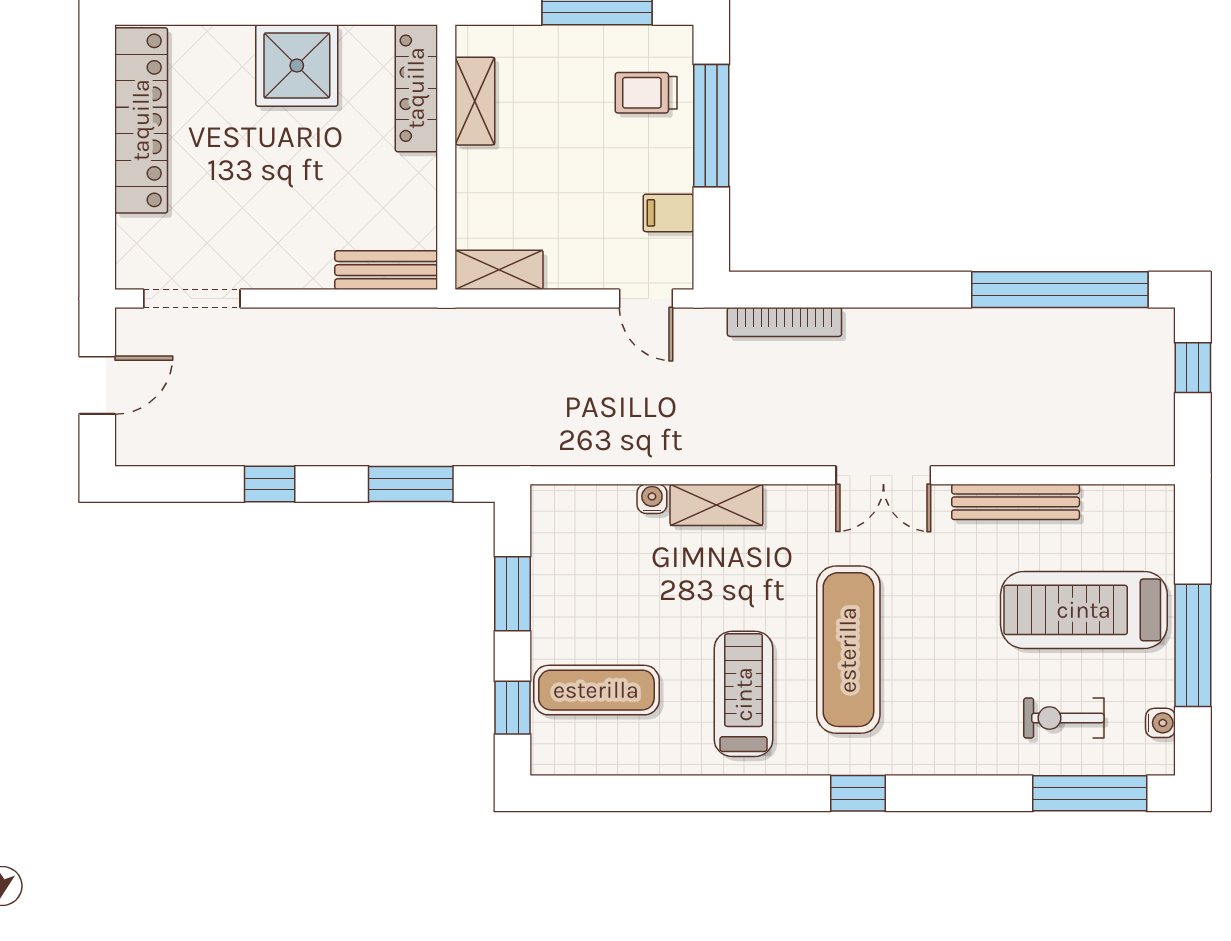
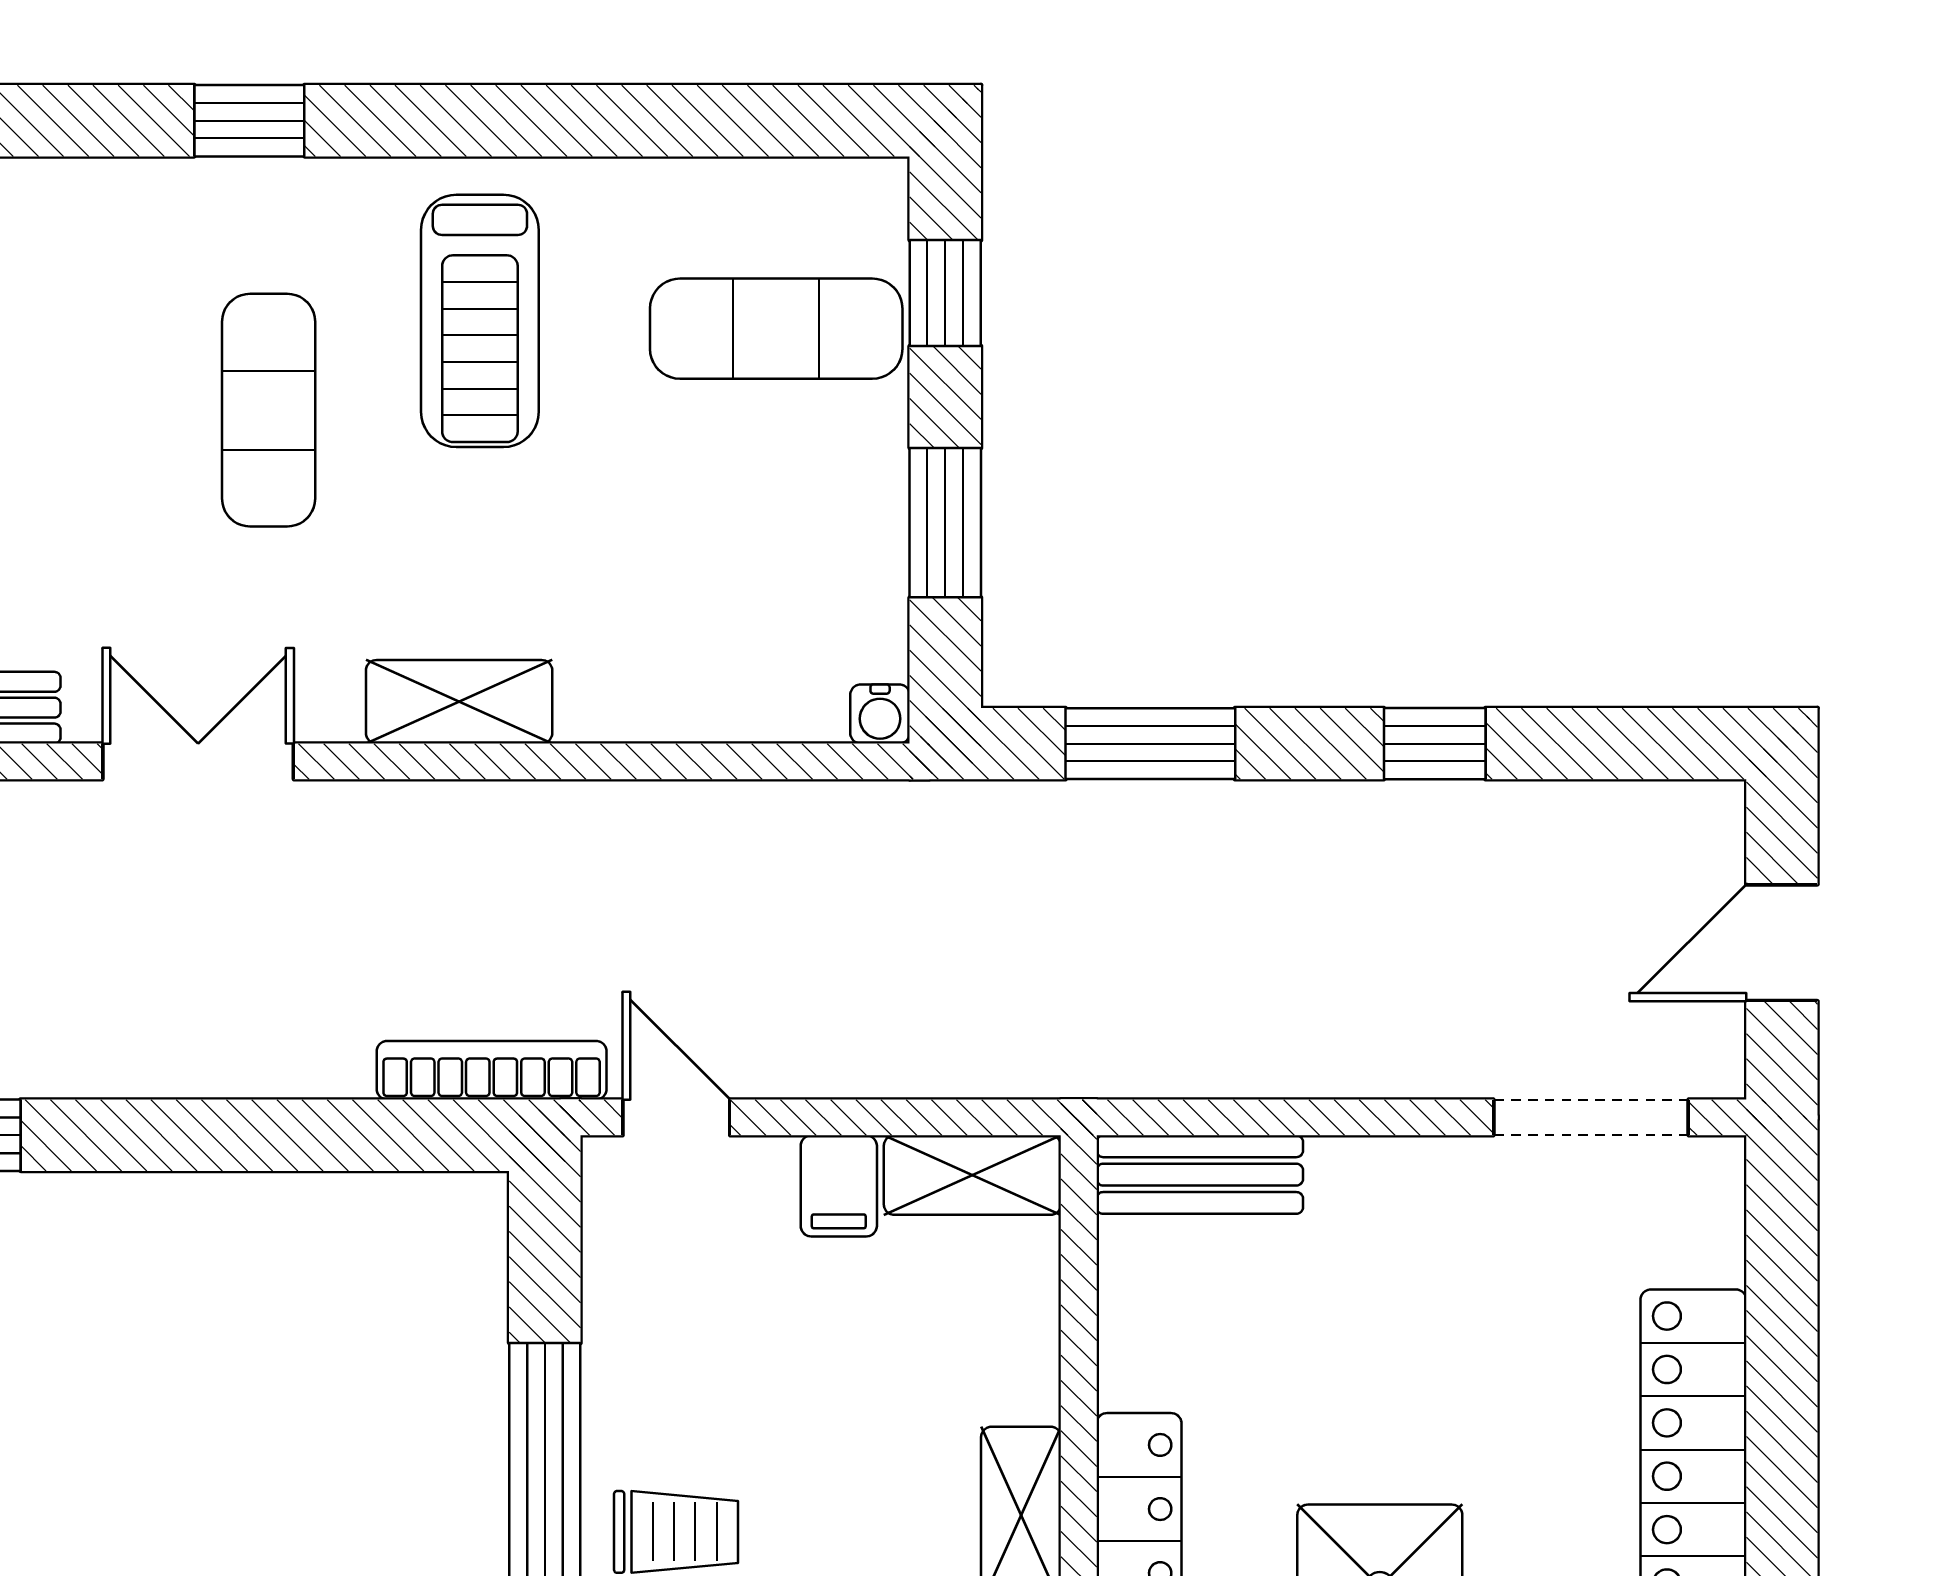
filing cabinet: (668, 213) -> (839, 1186), moved, turned 90
bookcase: (784, 322) -> (492, 1070), moved
water cooler: (652, 499) -> (880, 714), moved
shelving: (716, 505) -> (459, 702), moved
exercise mat: (848, 650) -> (269, 410), width x0.73, depth x0.69

